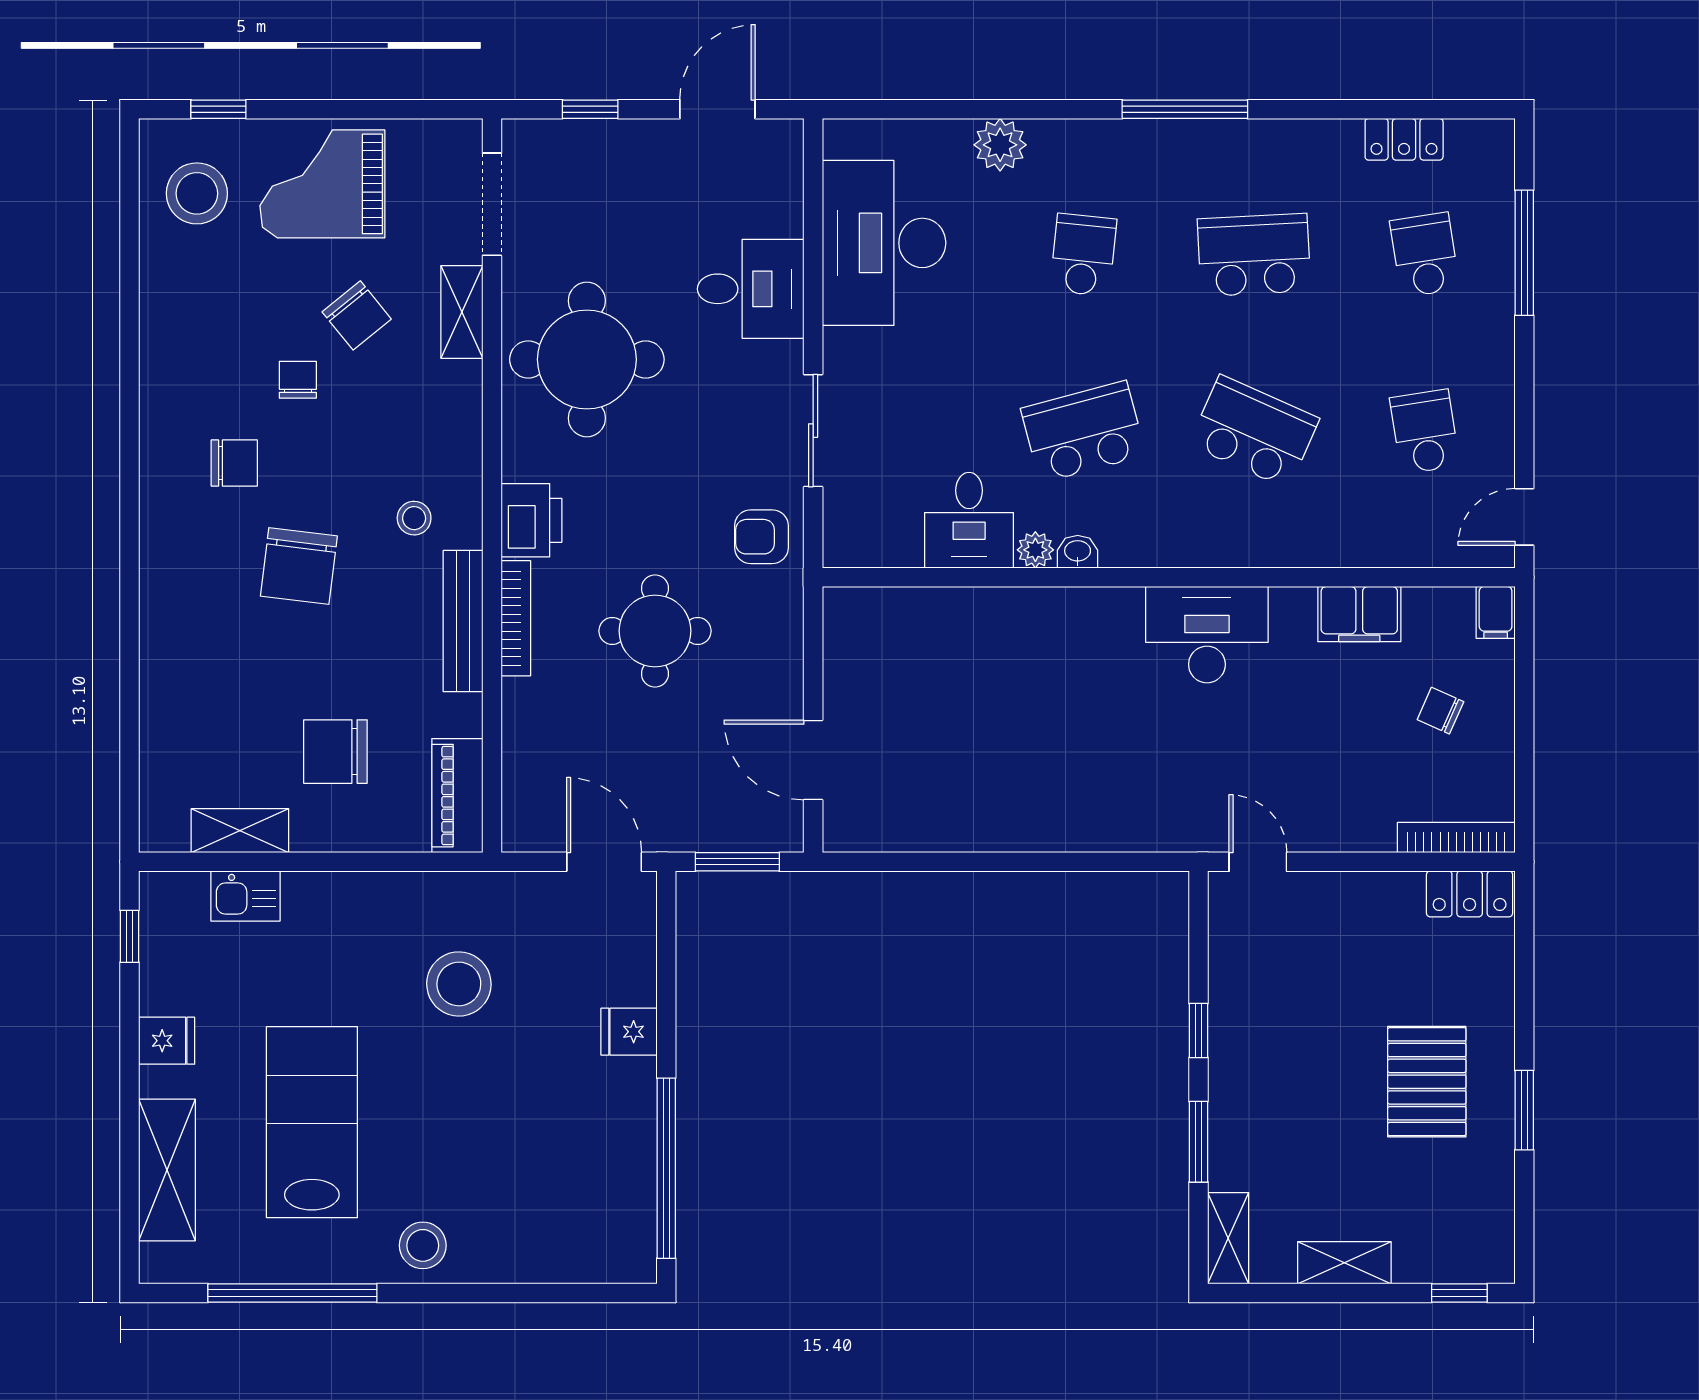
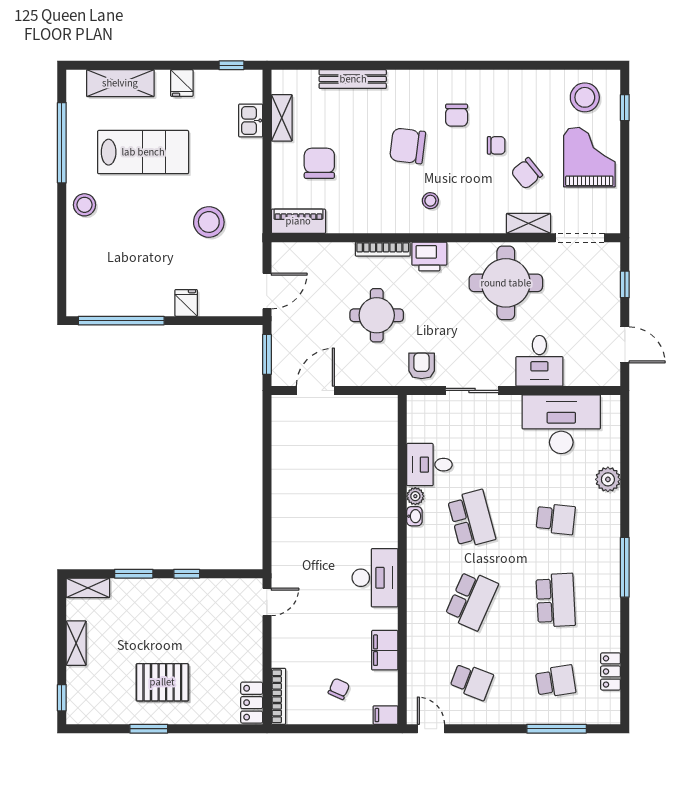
school desk: (1425, 432) -> (471, 681), turned 30
bench: (463, 621) -> (353, 79), moved

